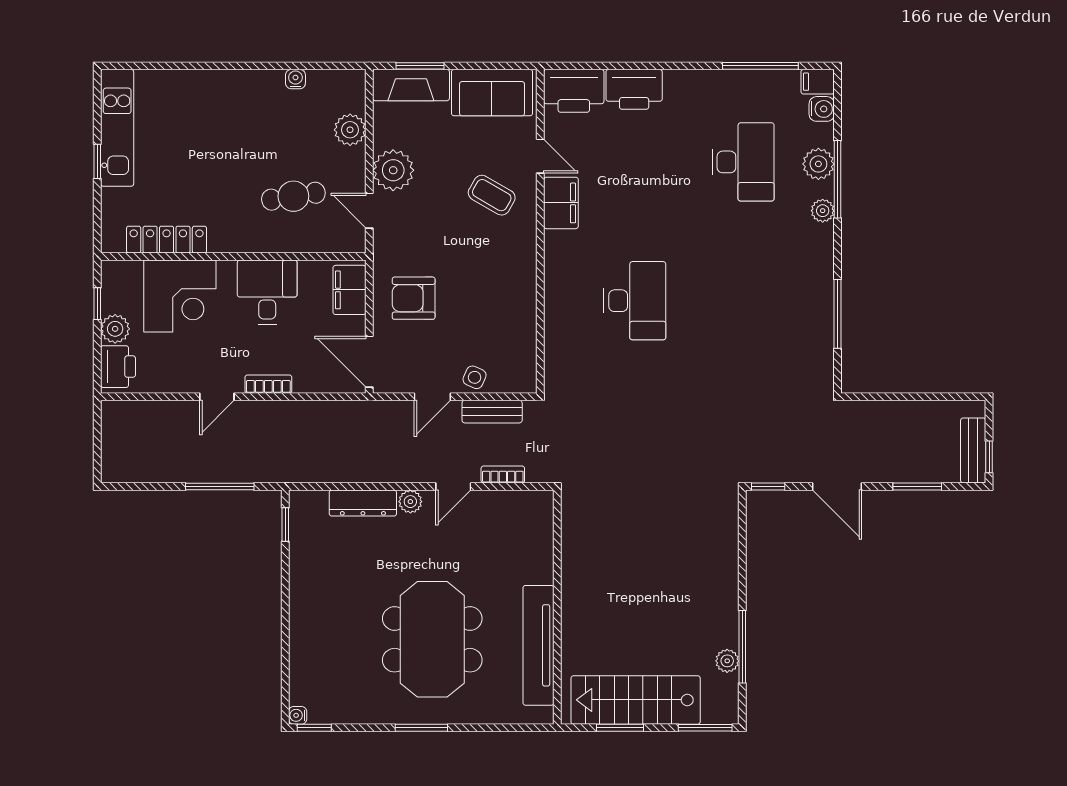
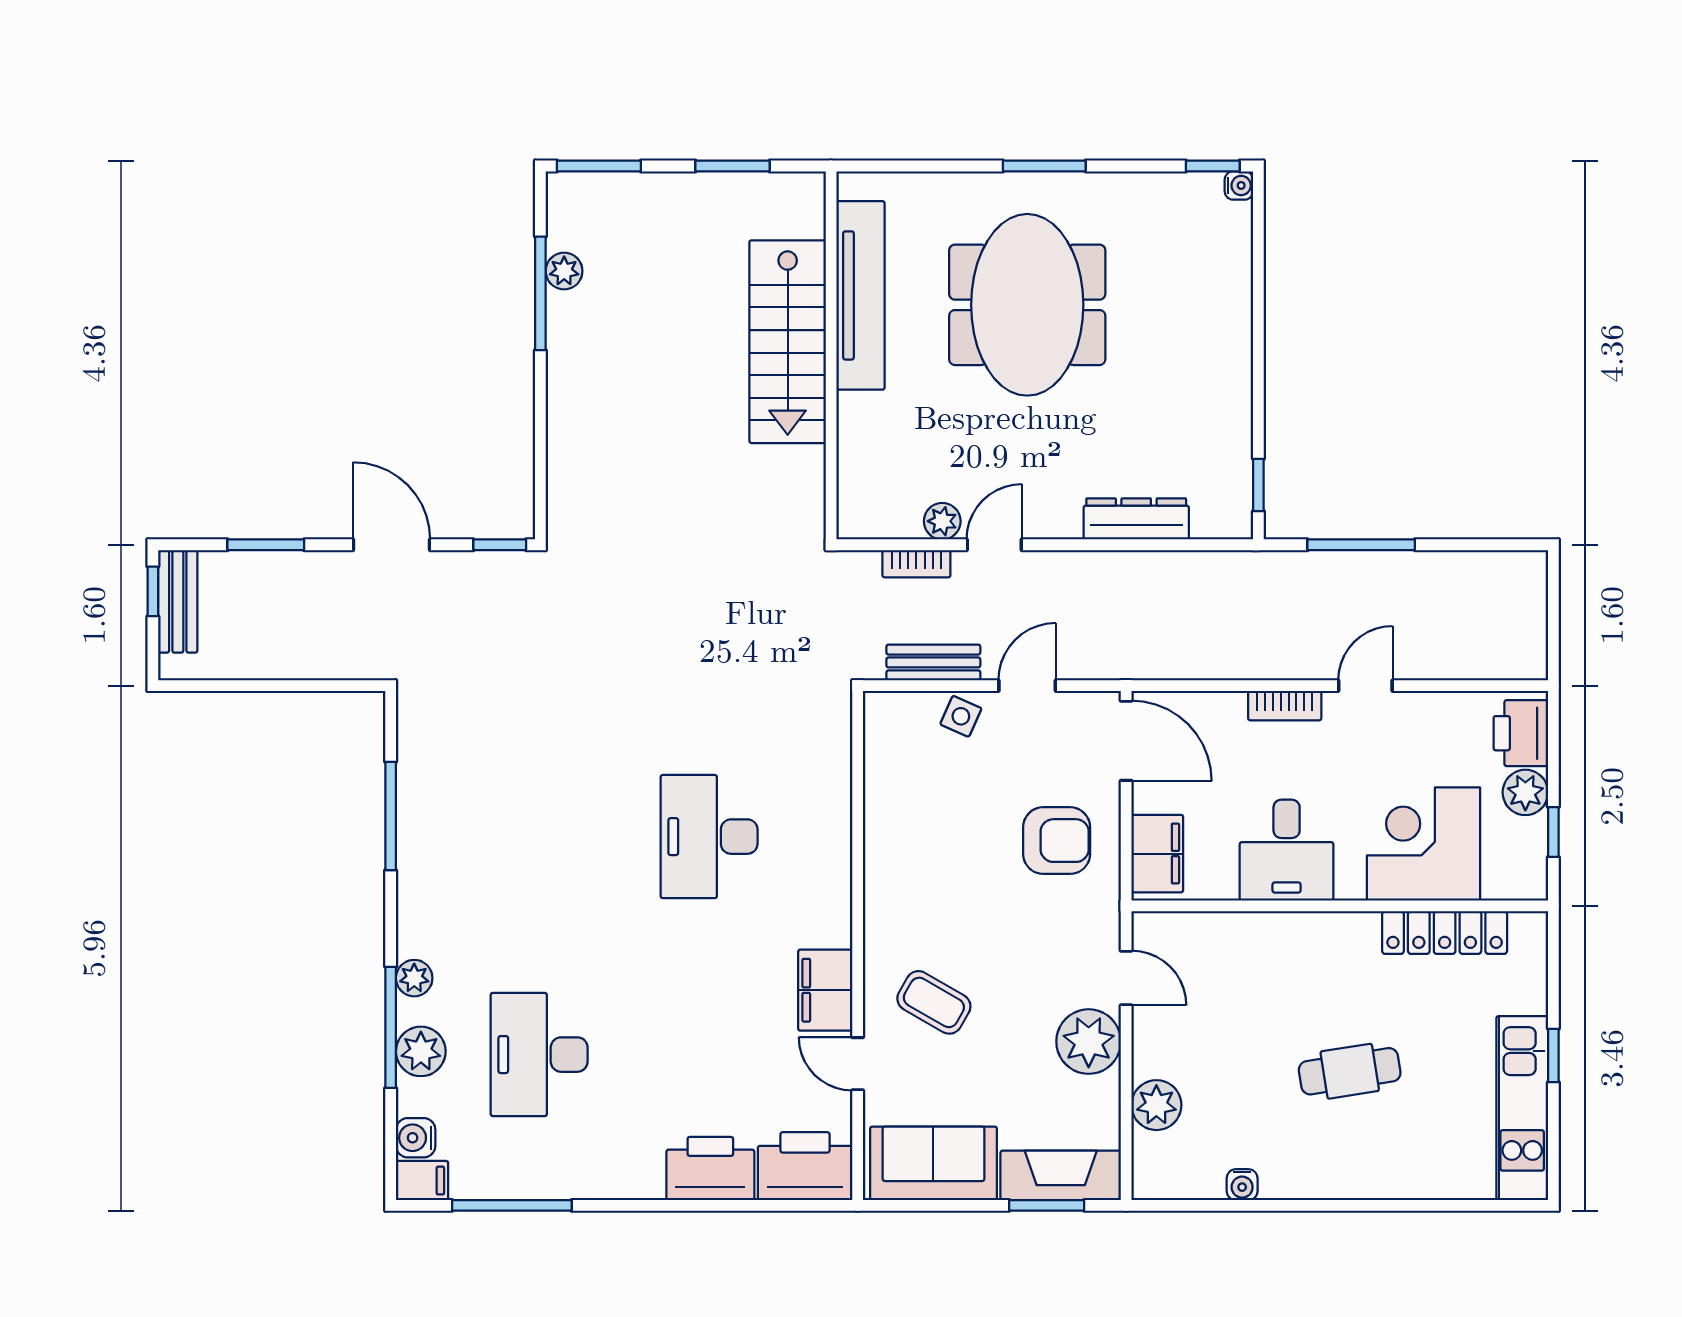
cafe table: (293, 196) -> (1350, 1071), moved
plant: (410, 502) -> (942, 521), moved
stairs: (636, 700) -> (788, 342), moved, turned 90

